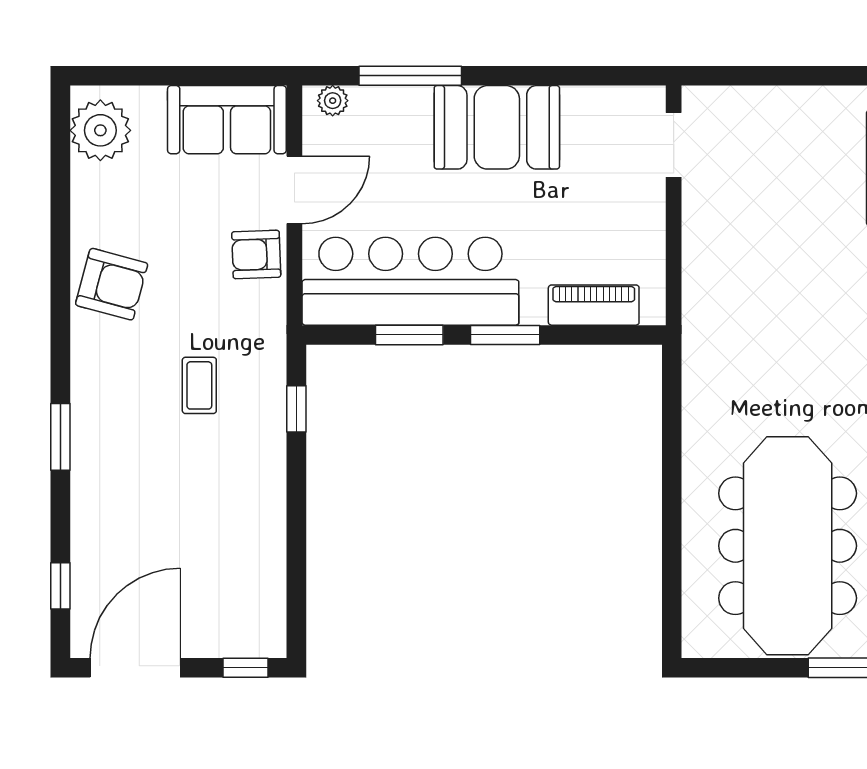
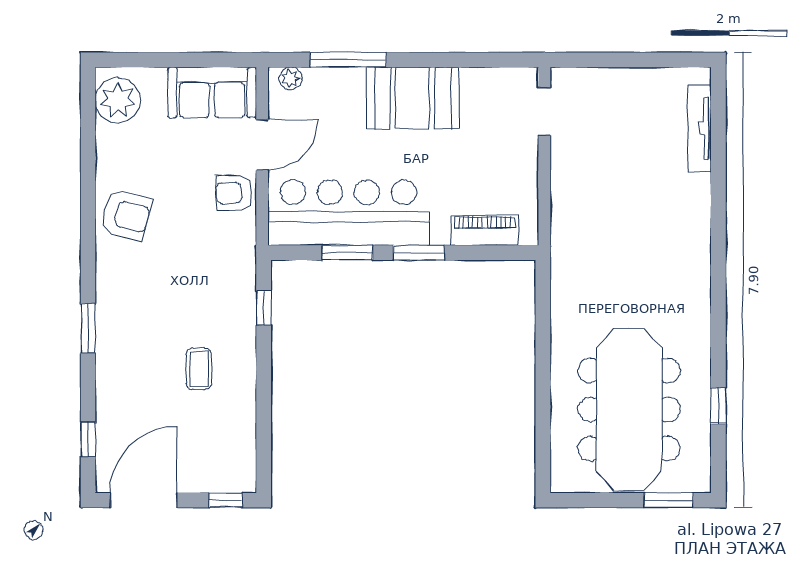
coffee table: (199, 385) -> (199, 369), moved

